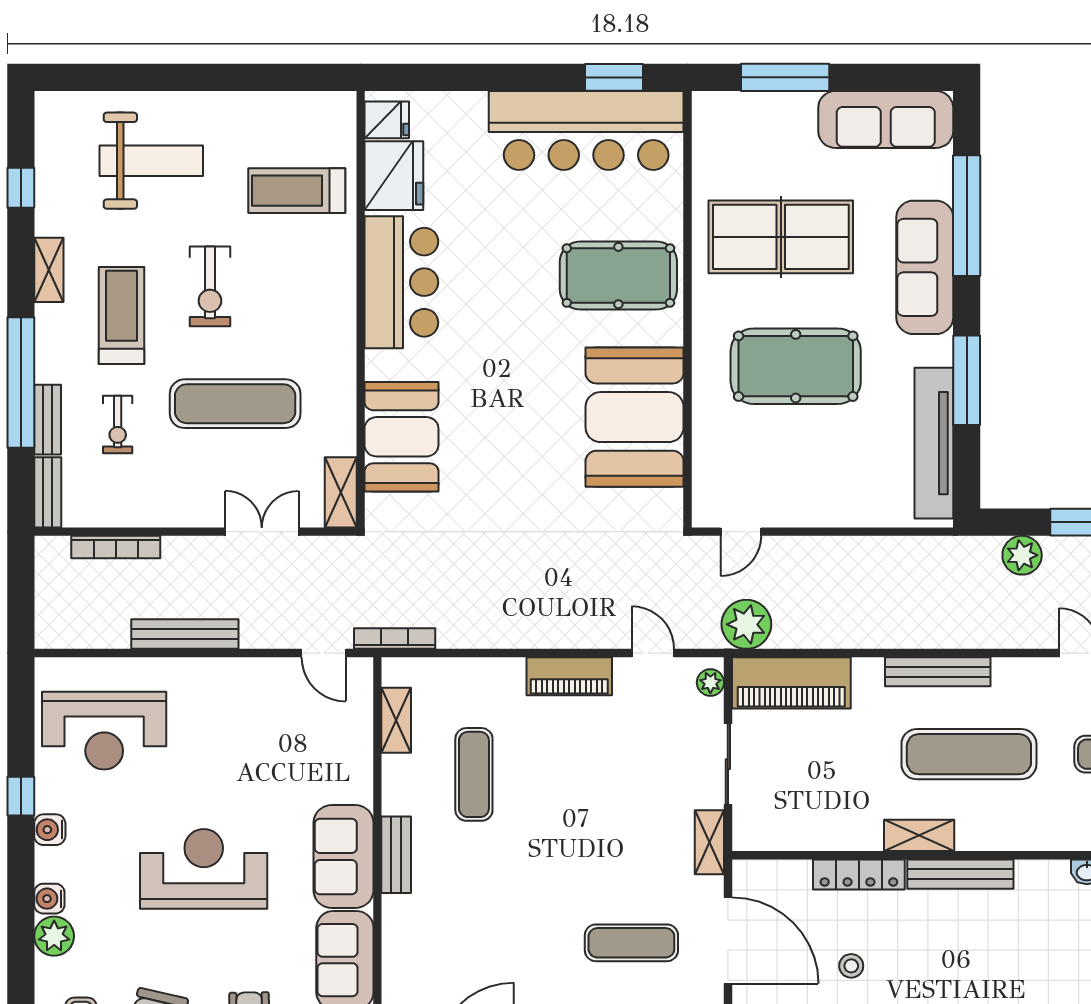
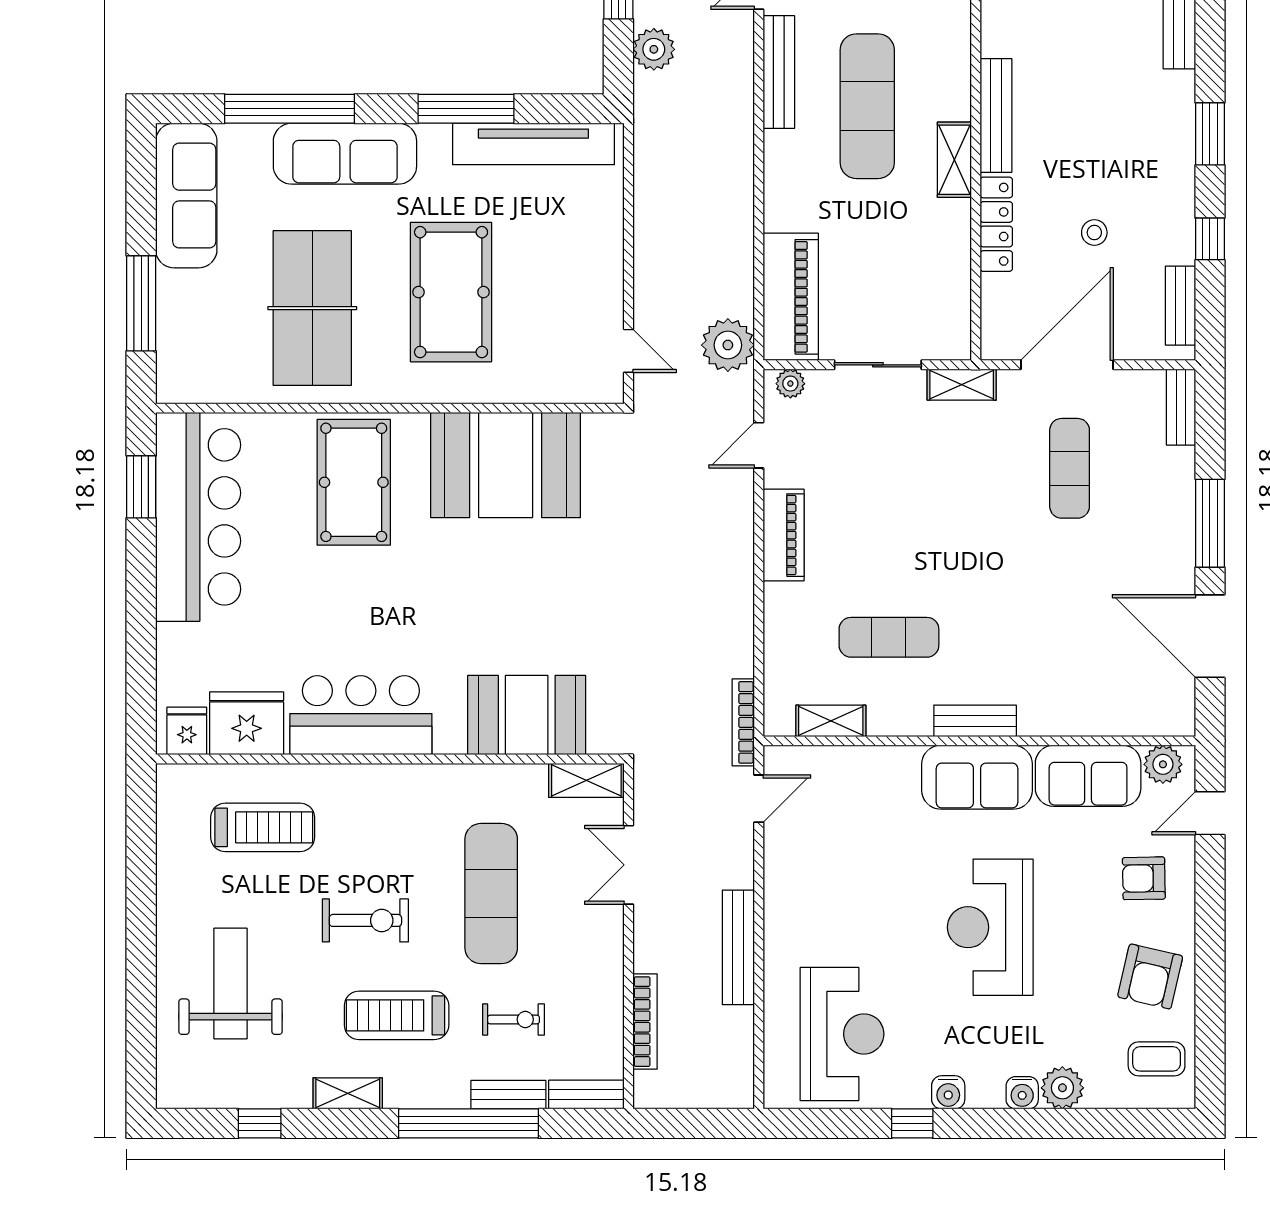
treadmill: (297, 191) -> (263, 827), turned -90
bench: (938, 672) -> (779, 72), moved

